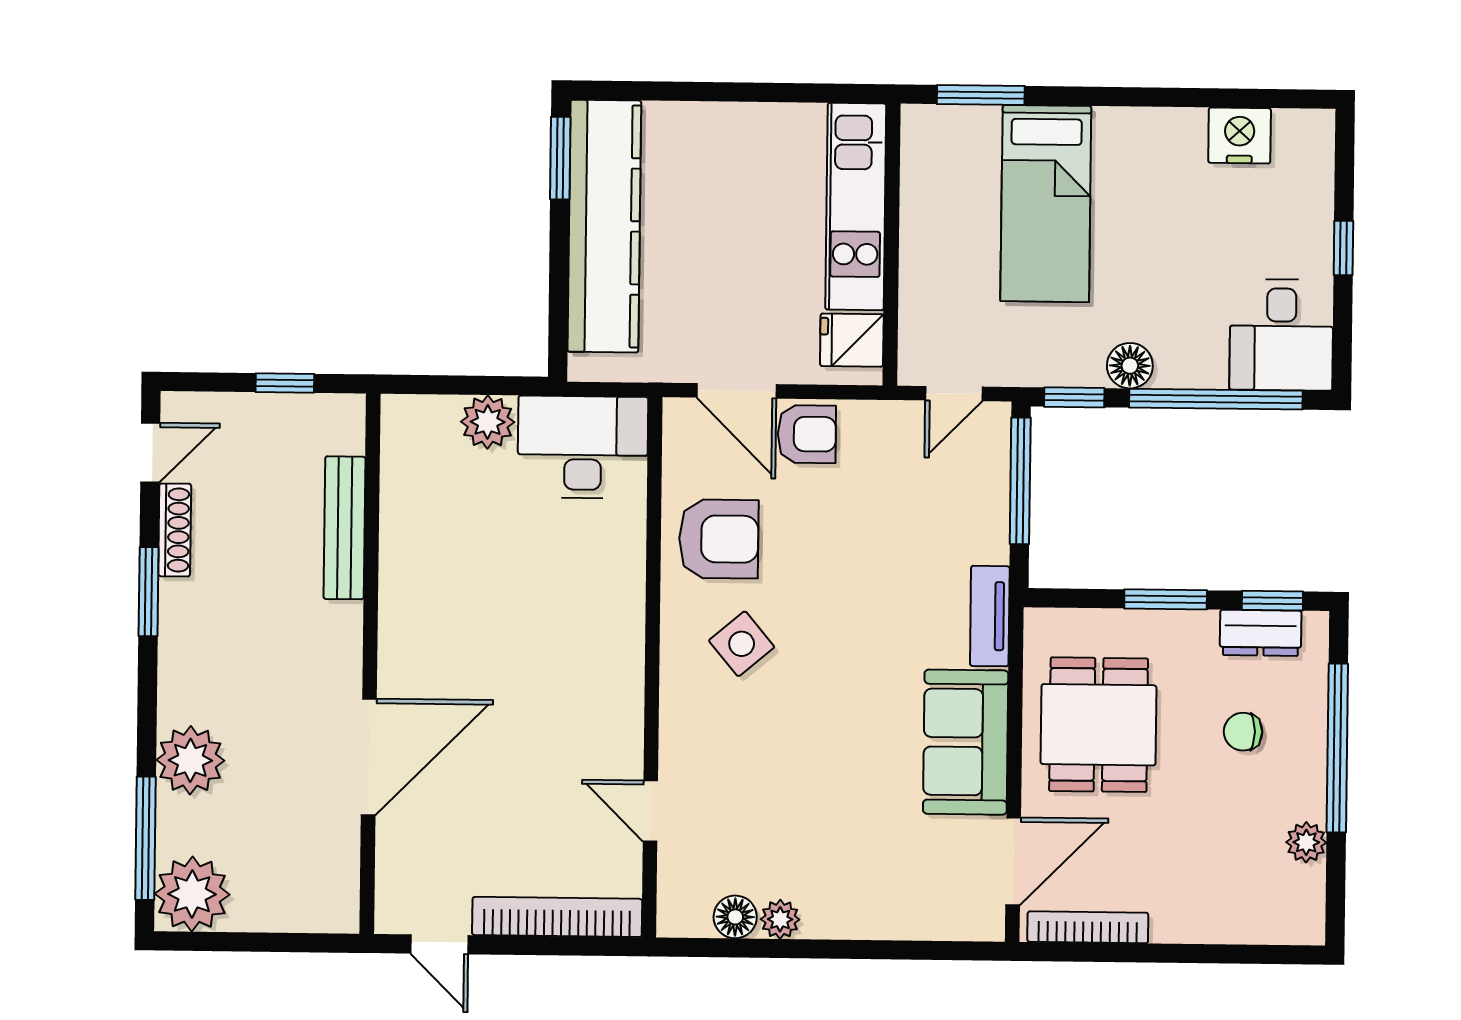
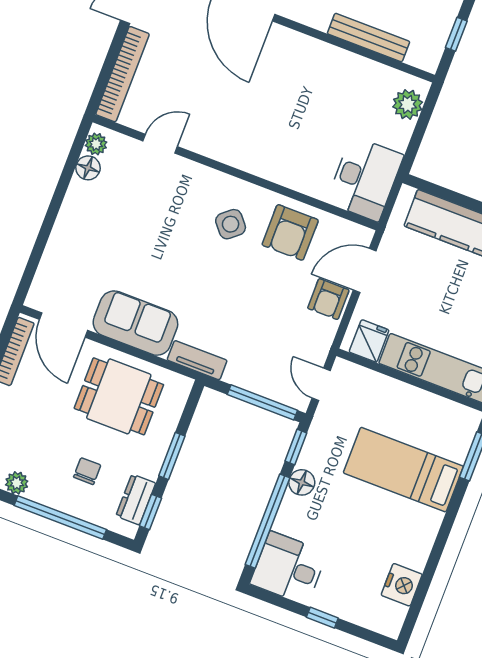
plant: (488, 422) -> (408, 104), moved
plant: (780, 919) -> (96, 144), moved

